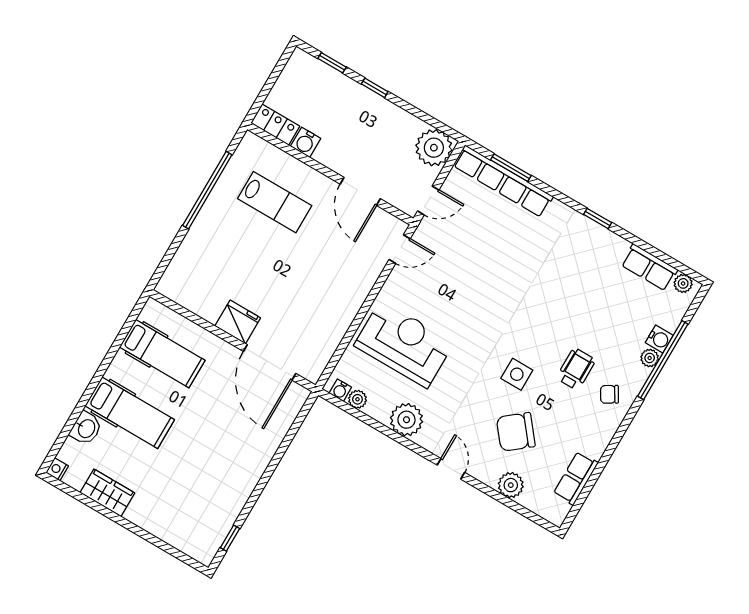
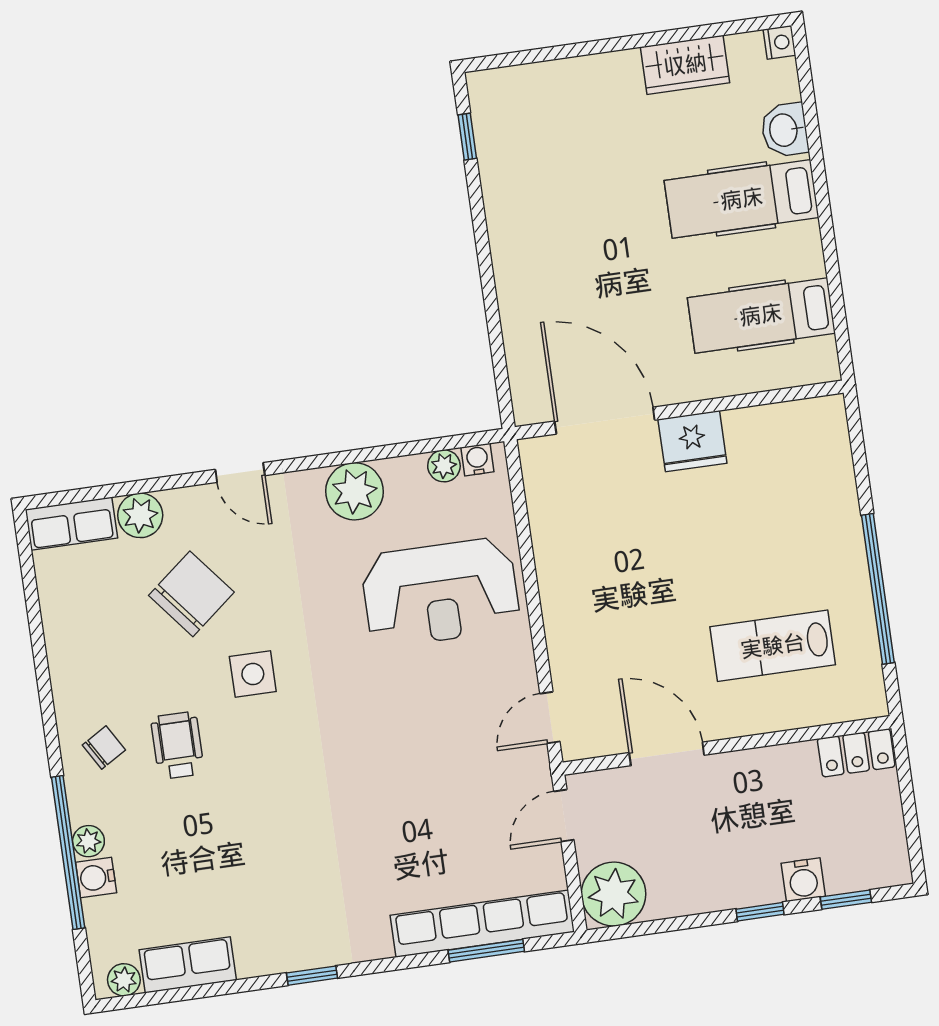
water cooler: (306, 142) -> (803, 880), moved, turned 180
wheelchair: (576, 369) -> (177, 745), turned 180
row of seats: (576, 478) -> (71, 524), moved, turned 90

